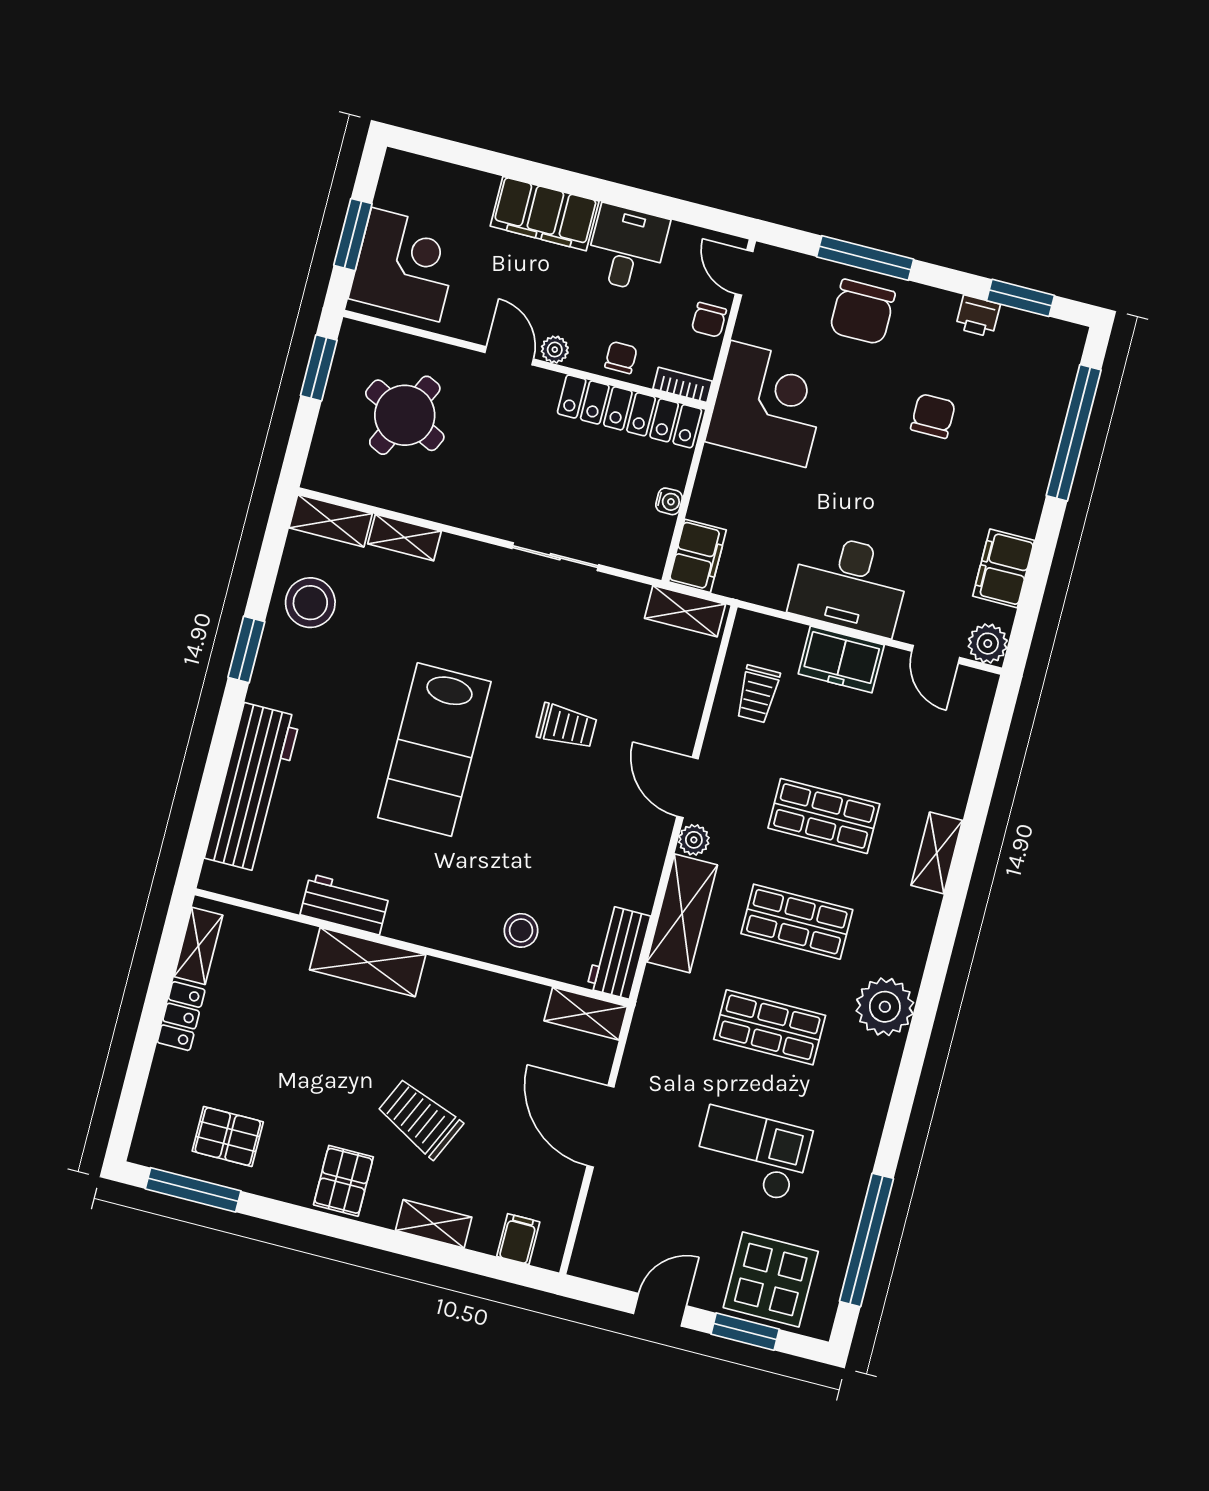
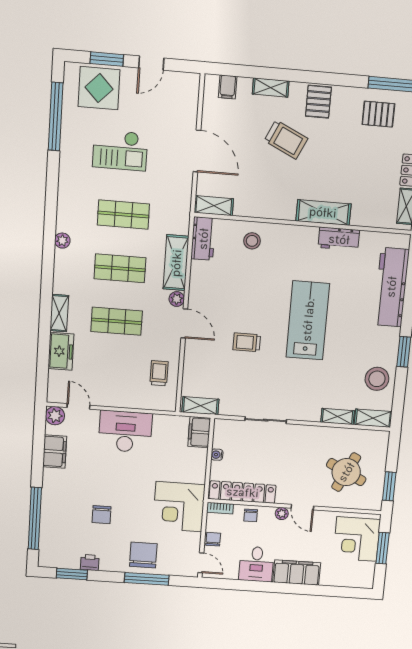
freezer: (841, 659) -> (61, 351), moved, turned 90
plant: (885, 1007) -> (62, 241), width x0.53, depth x0.53

